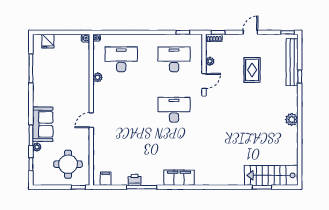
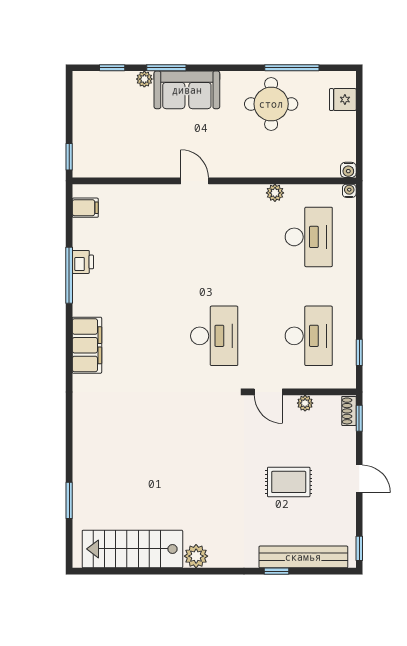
round table: (68, 164) -> (271, 104), moved
stairs: (271, 175) -> (132, 549), moved, turned -90

